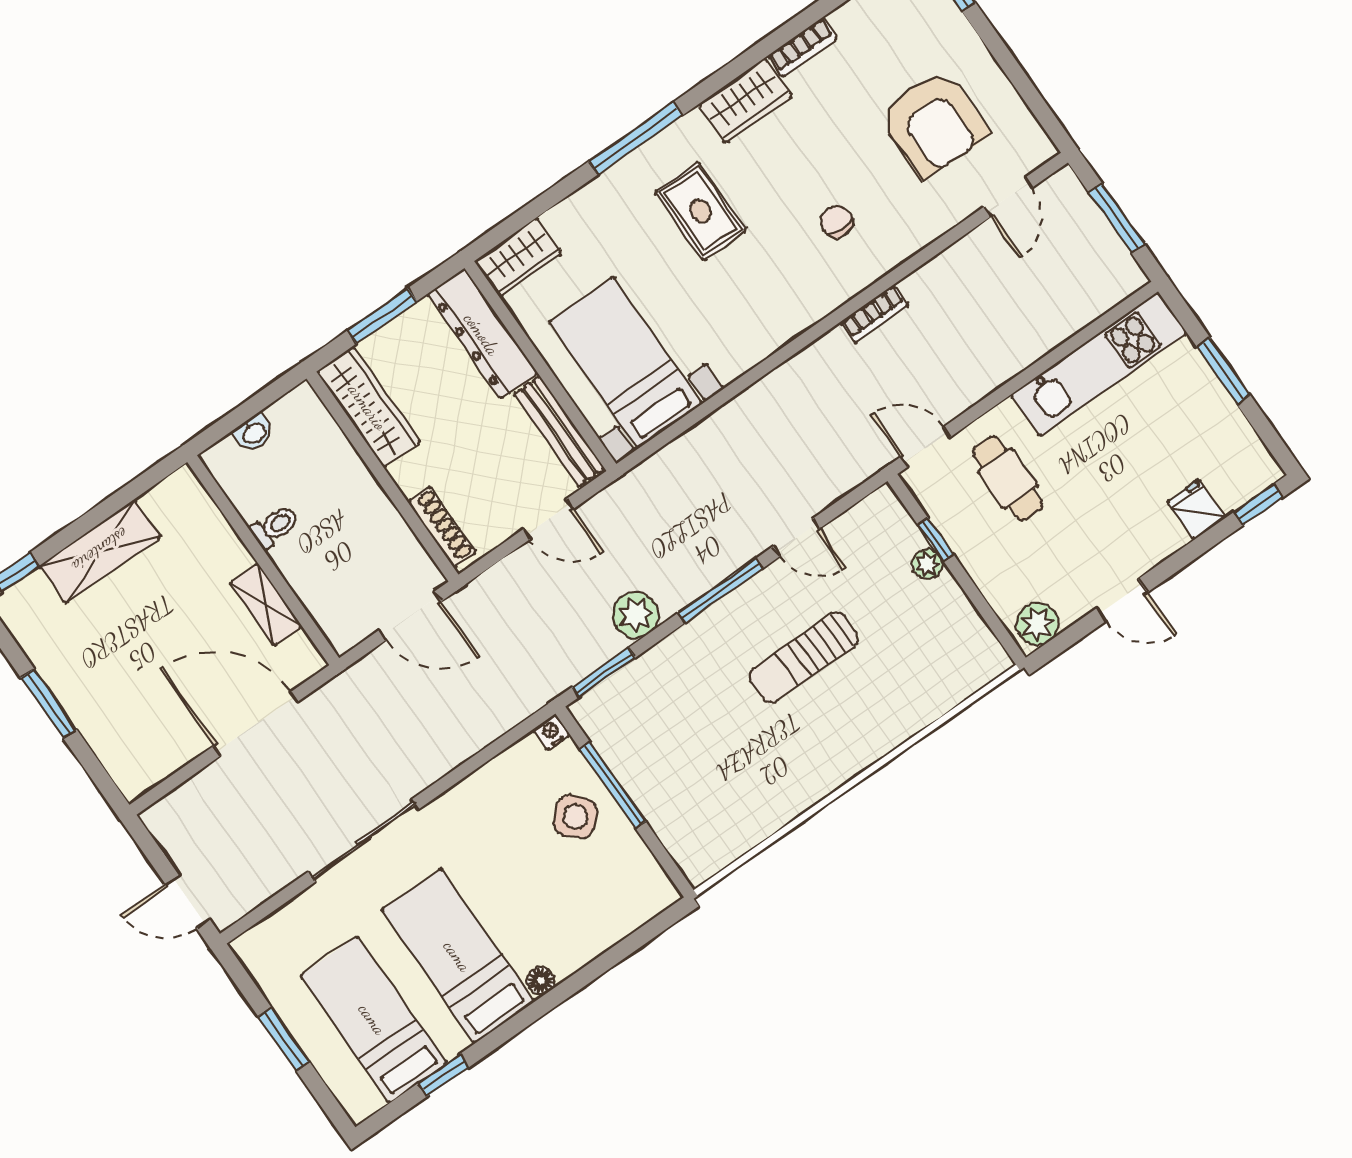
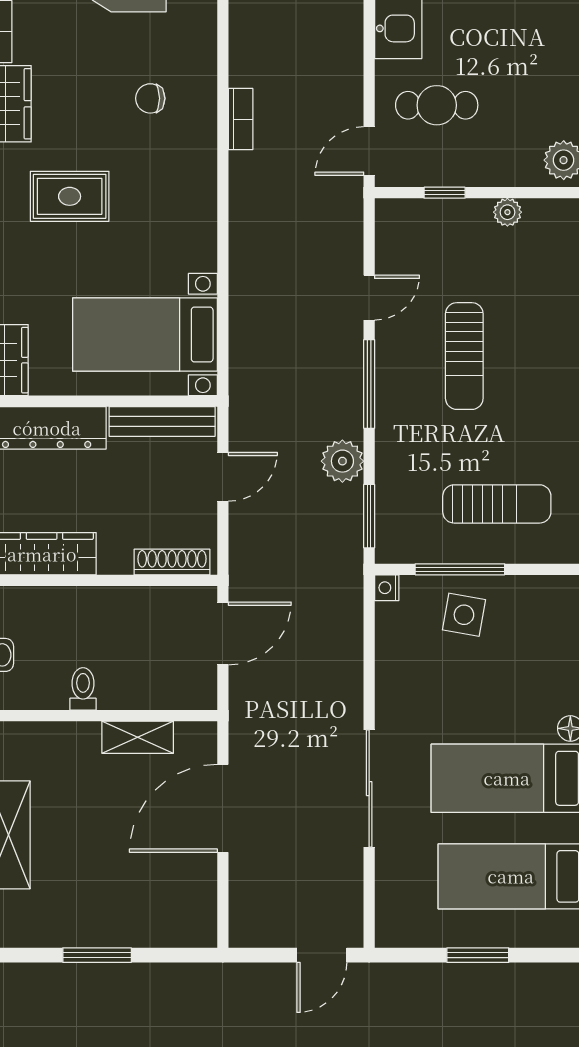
plant: (927, 564) -> (507, 212), moved
sun lounger: (693, 777) -> (497, 504), added
side table: (575, 817) -> (464, 615), turned -36

